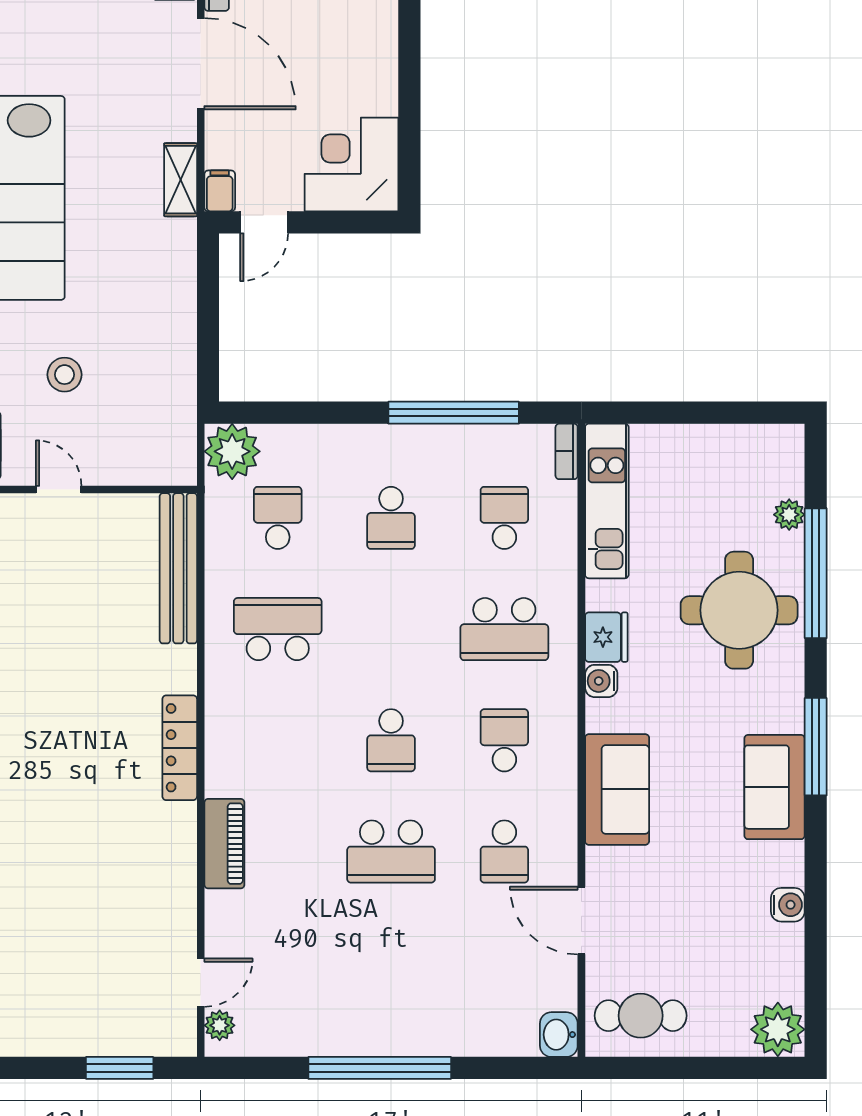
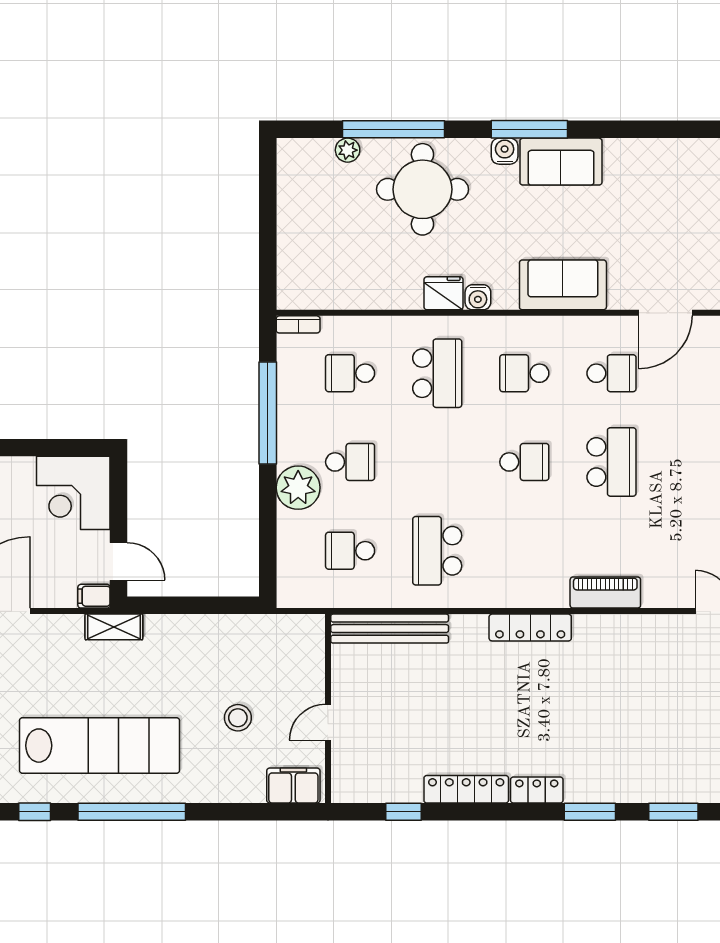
shelving: (181, 180) -> (114, 627), moved
plant: (232, 451) -> (298, 488), moved
kitchen unit: (607, 501) -> (337, 293), removed
water cooler: (788, 905) -> (505, 151), moved

